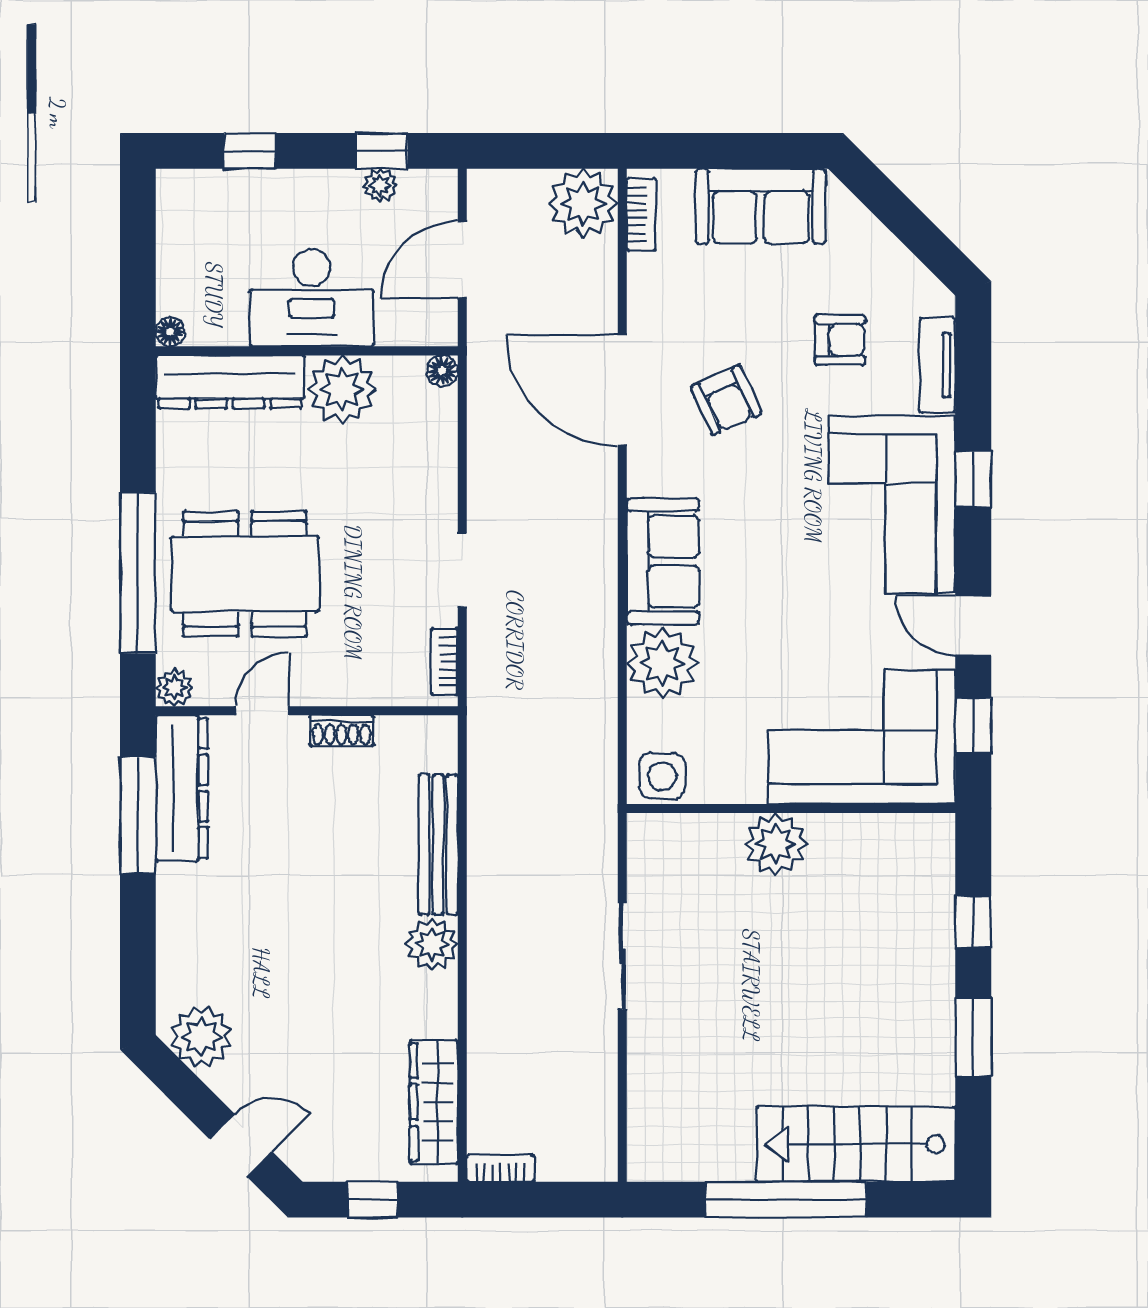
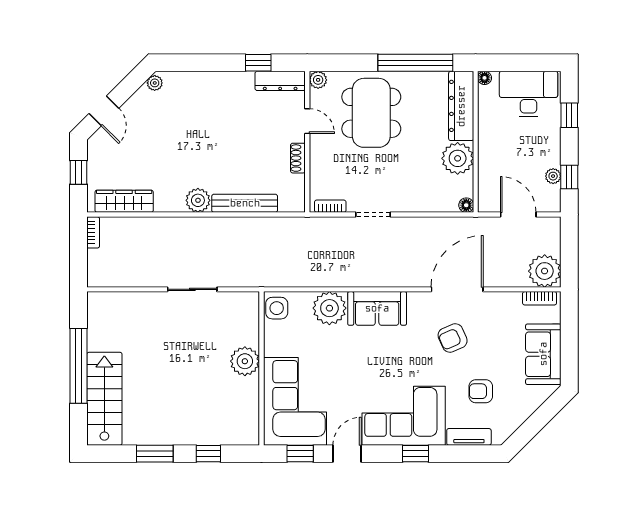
desk: (312, 298) -> (529, 94), moved, turned 90
armchair: (840, 340) -> (481, 391), turned 90
window: (138, 573) -> (415, 63), moved
dresser: (182, 788) -> (280, 81), width x0.73, depth x0.80
window: (138, 816) -> (258, 63), width x0.46
plant: (201, 1037) -> (155, 83), width x0.53, depth x0.53

